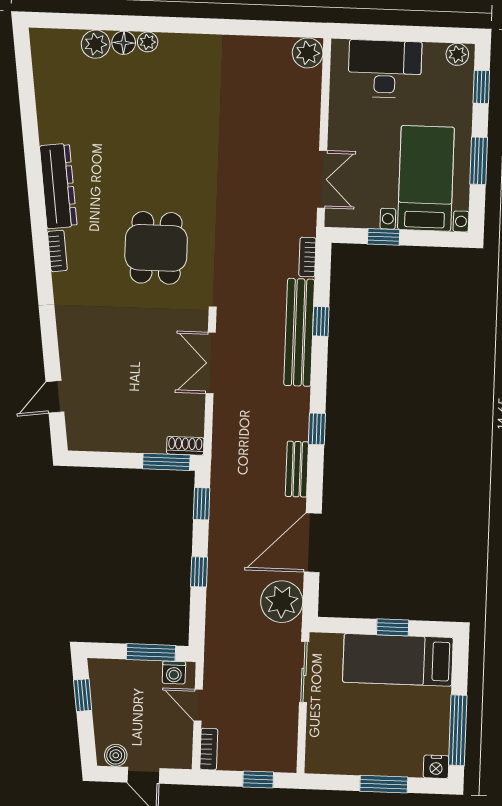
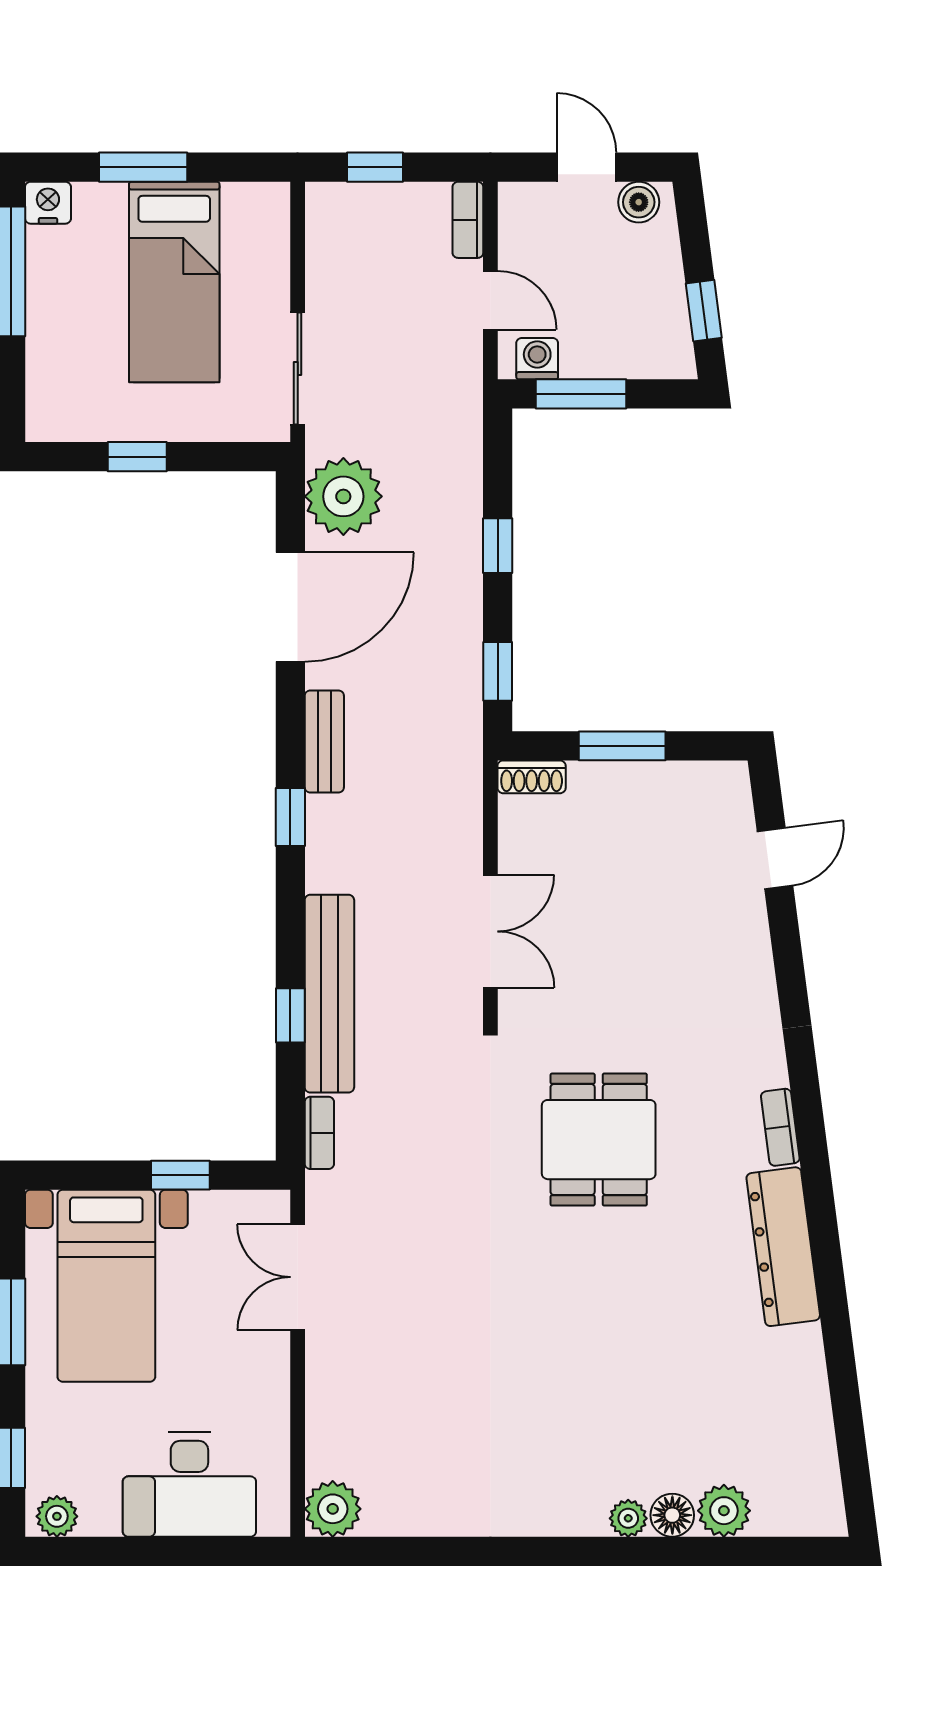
window: (166, 462) -> (622, 746), moved
bed: (398, 660) -> (174, 282), moved, turned 90

